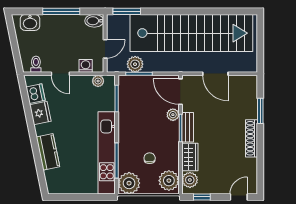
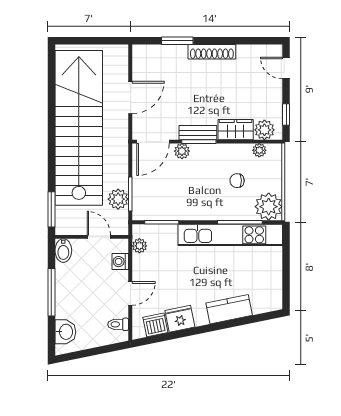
plant: (169, 181) -> (259, 150), width x0.53, depth x0.53

